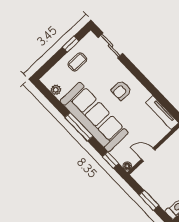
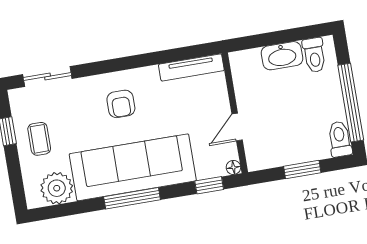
plant: (56, 90) -> (57, 188), width x1.87, depth x1.87

